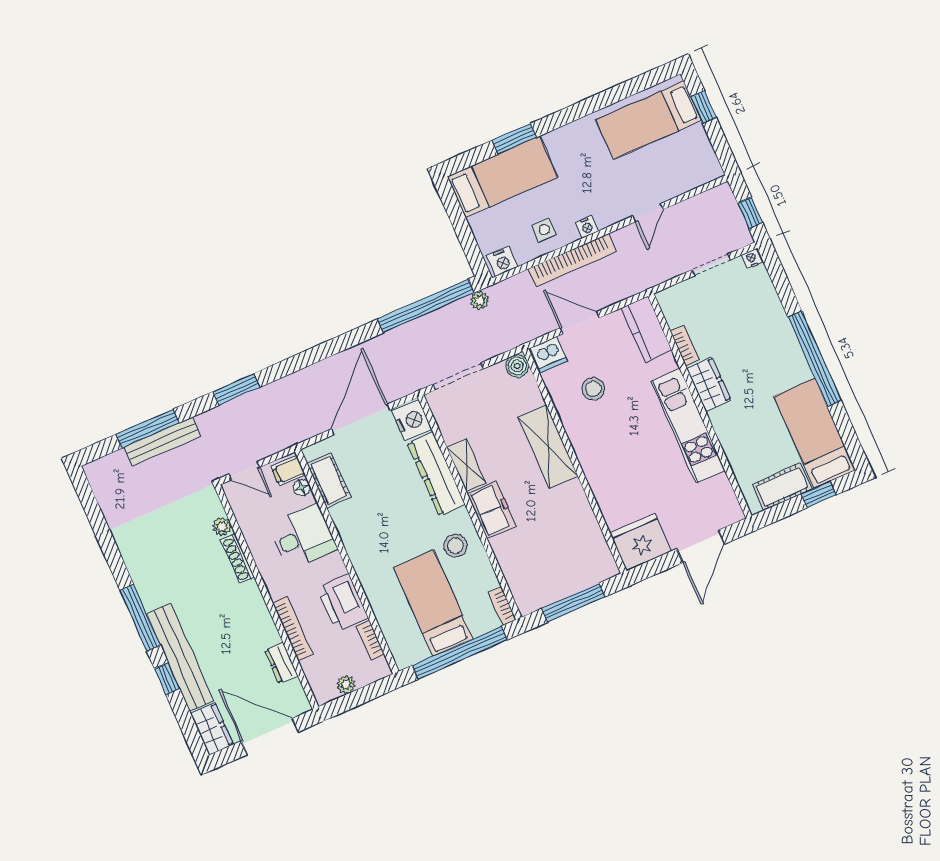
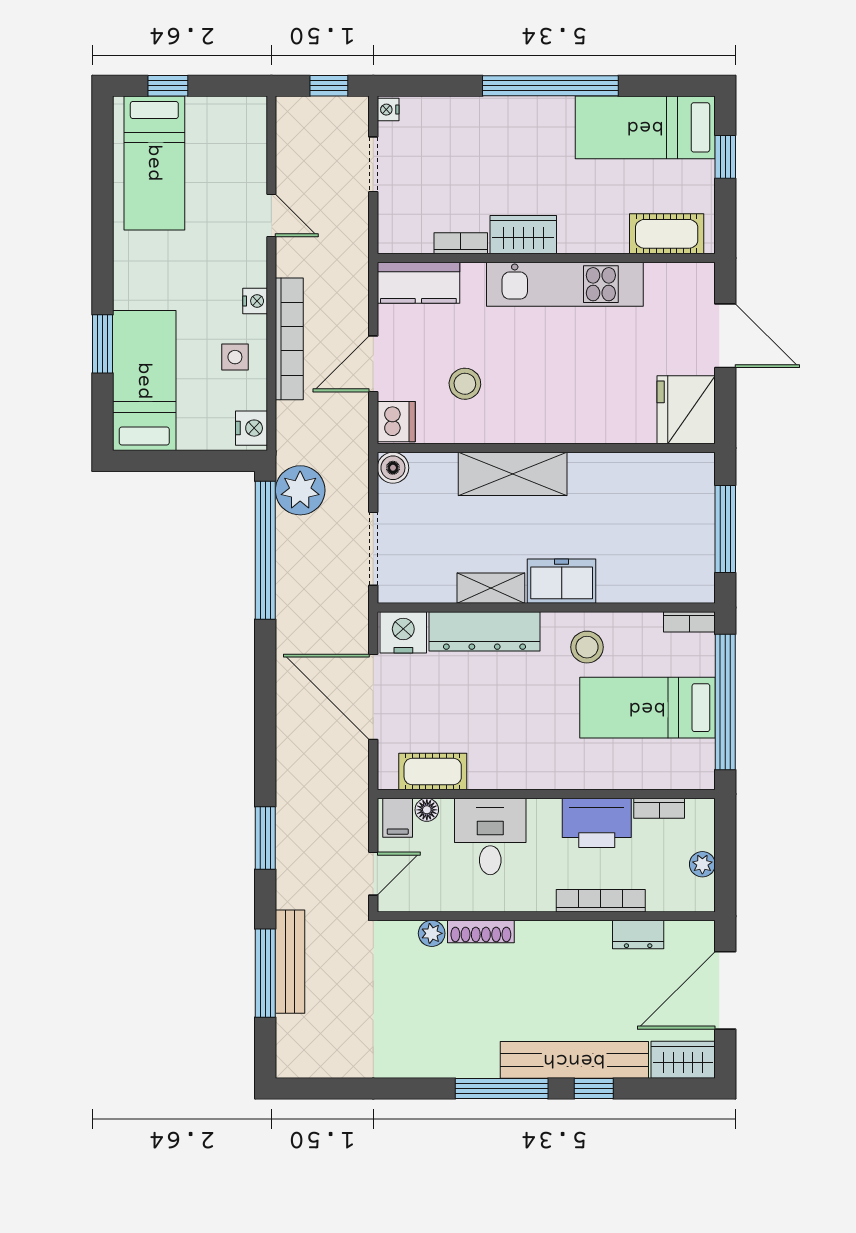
plant: (480, 300) -> (300, 490), width x1.88, depth x1.88
cot: (782, 487) -> (667, 234), moved, turned 90

